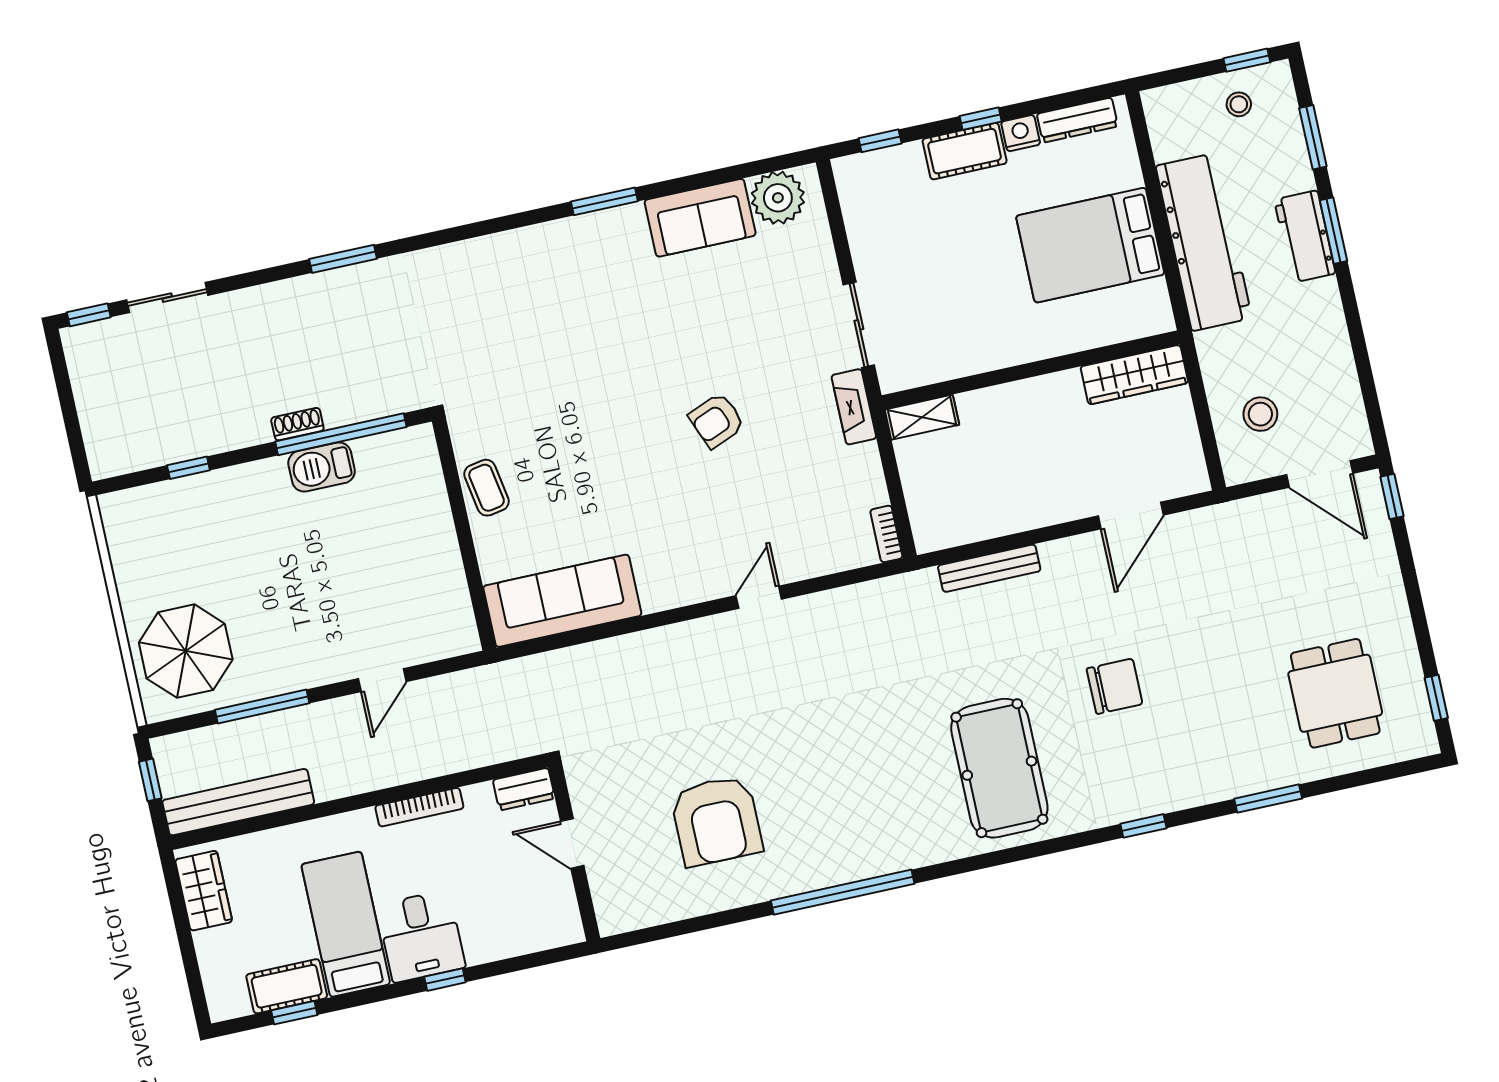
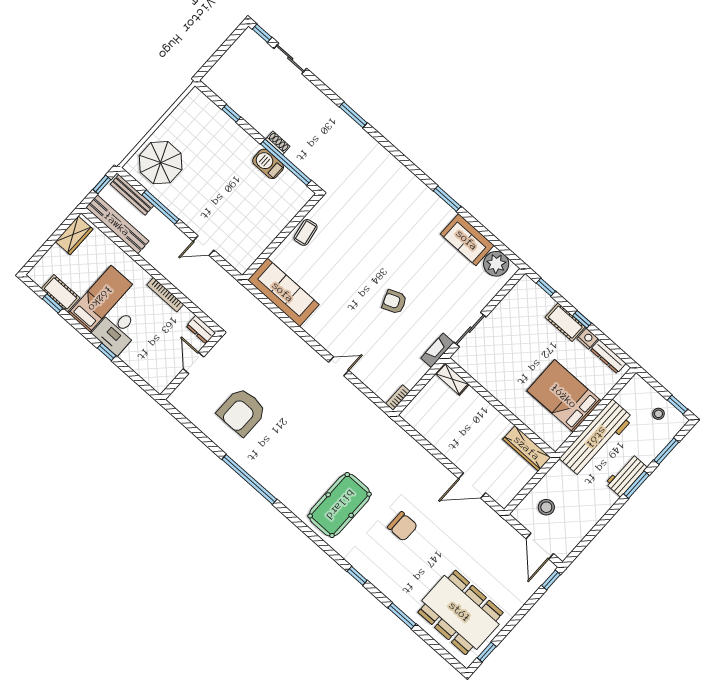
bench: (989, 568) -> (132, 195), moved
dining table: (1335, 693) -> (460, 612), width x1.88, depth x1.24

